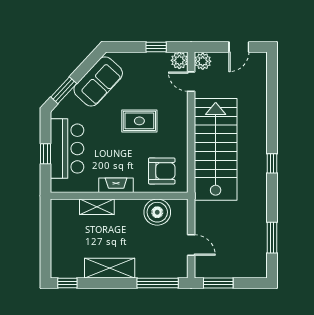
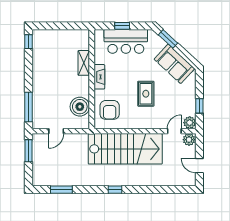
shelving: (110, 268) -> (39, 72), removed

